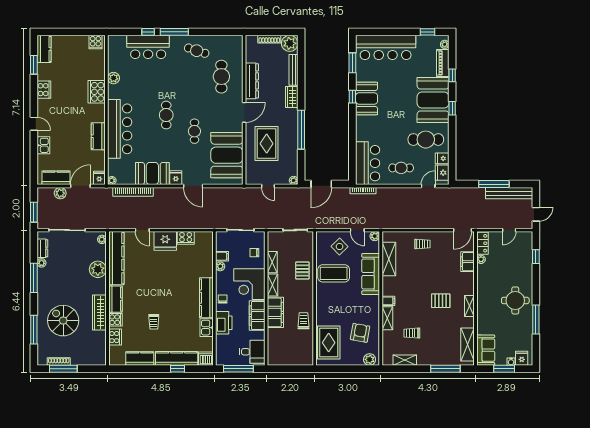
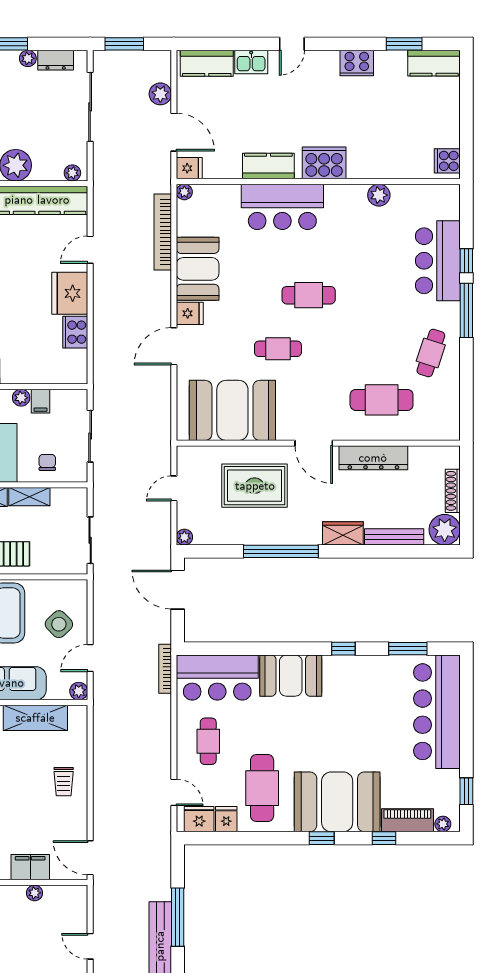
cooker: (97, 92) -> (324, 163), moved
booth: (367, 98) -> (291, 676), moved
bar counter: (120, 129) -> (282, 207), width x0.73
kitchen counter: (56, 178) -> (207, 63), moved, turned 90
locker: (482, 243) -> (65, 896), removed

